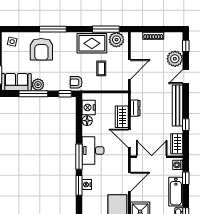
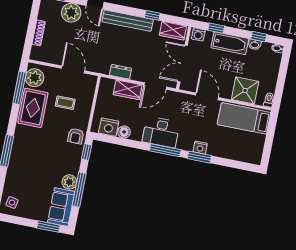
armchair: (41, 49) -> (28, 169), removed

